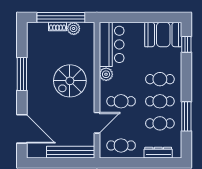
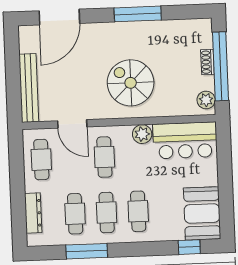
plant: (74, 29) -> (206, 100), moved

